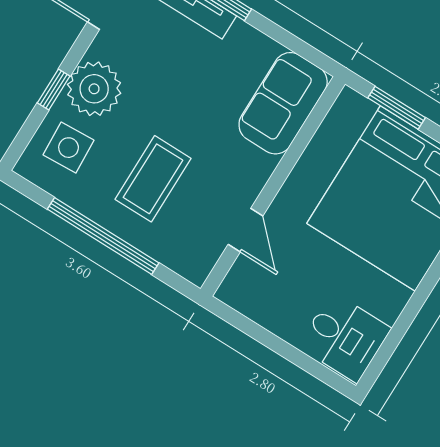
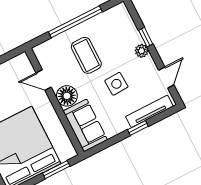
plant: (94, 89) -> (142, 51), width x0.53, depth x0.53
side table: (69, 148) -> (116, 84), moved
floor lamp: (249, 170) -> (67, 96), added

